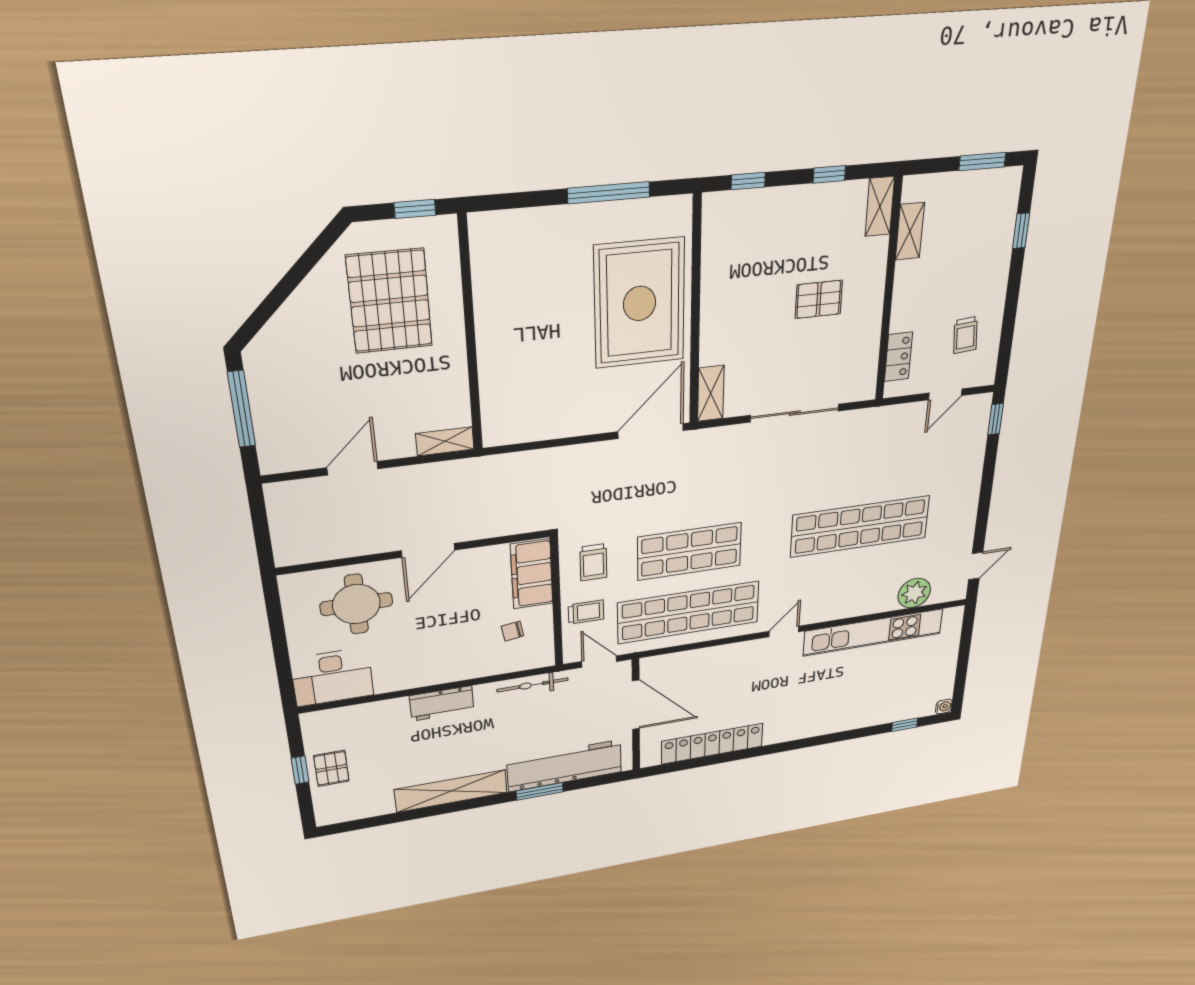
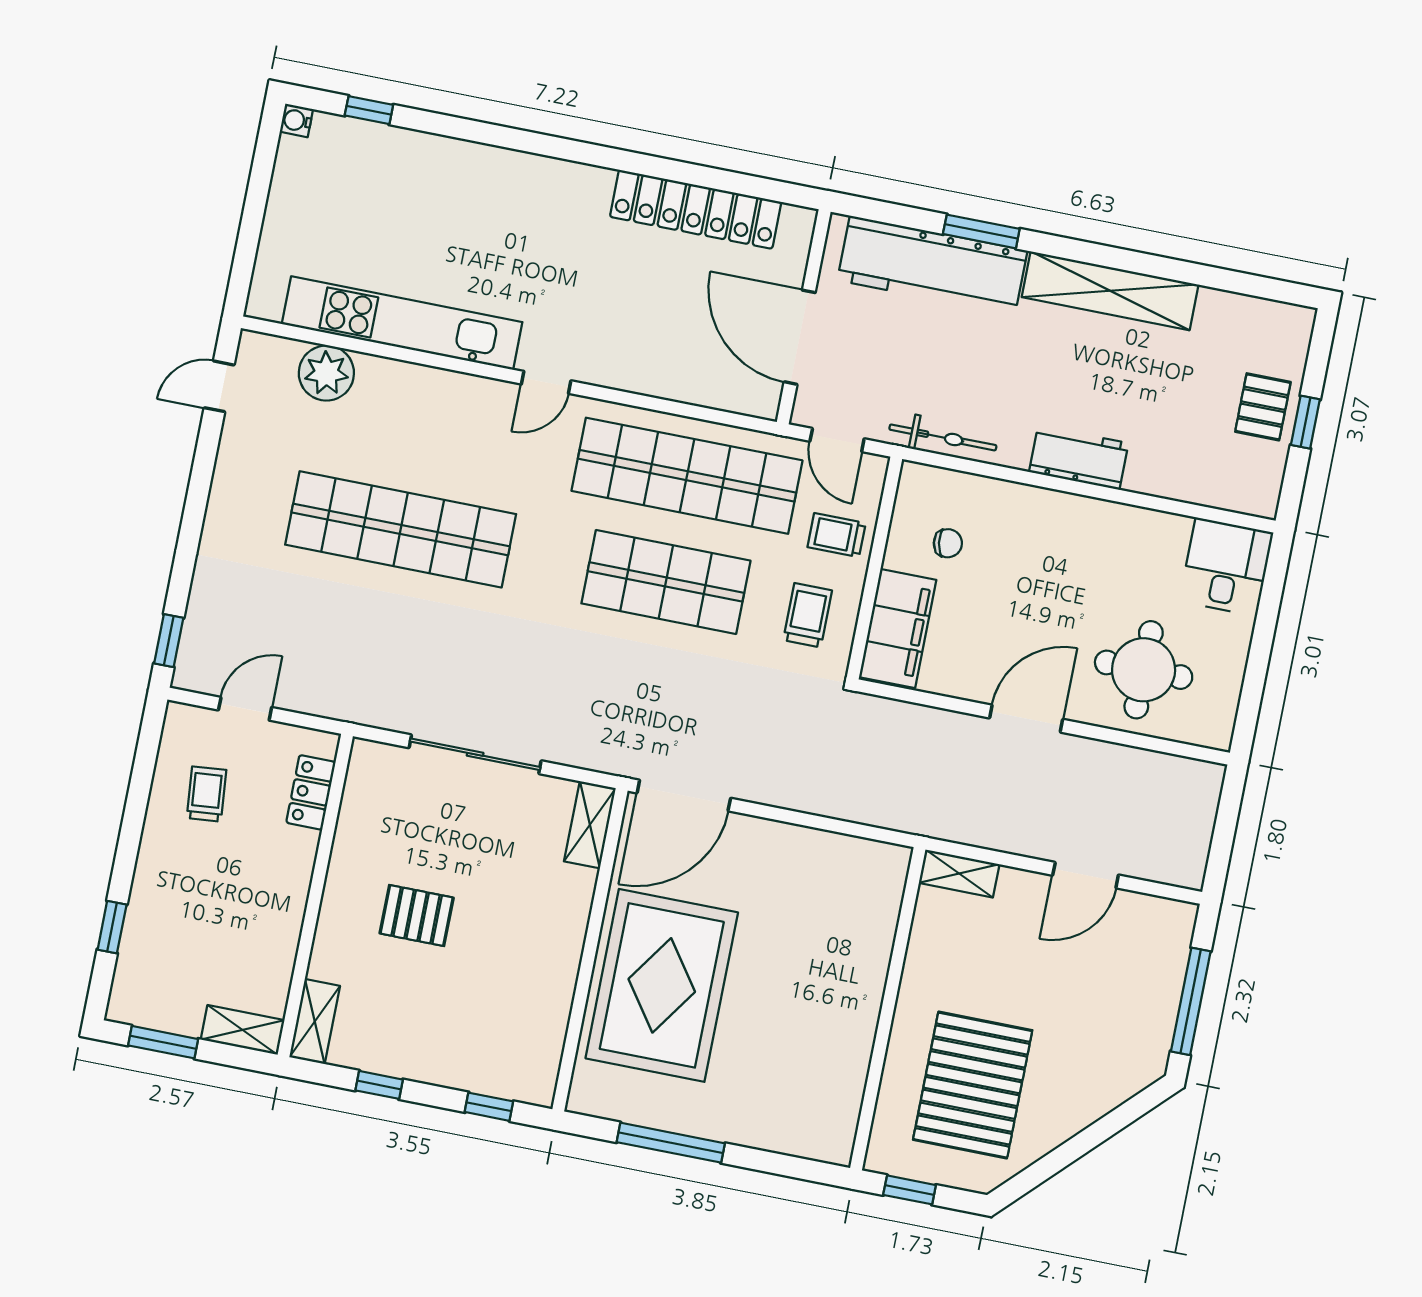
shelving: (910, 231) -> (243, 1030), moved, turned 90
desk: (332, 677) -> (1226, 567), width x0.73

